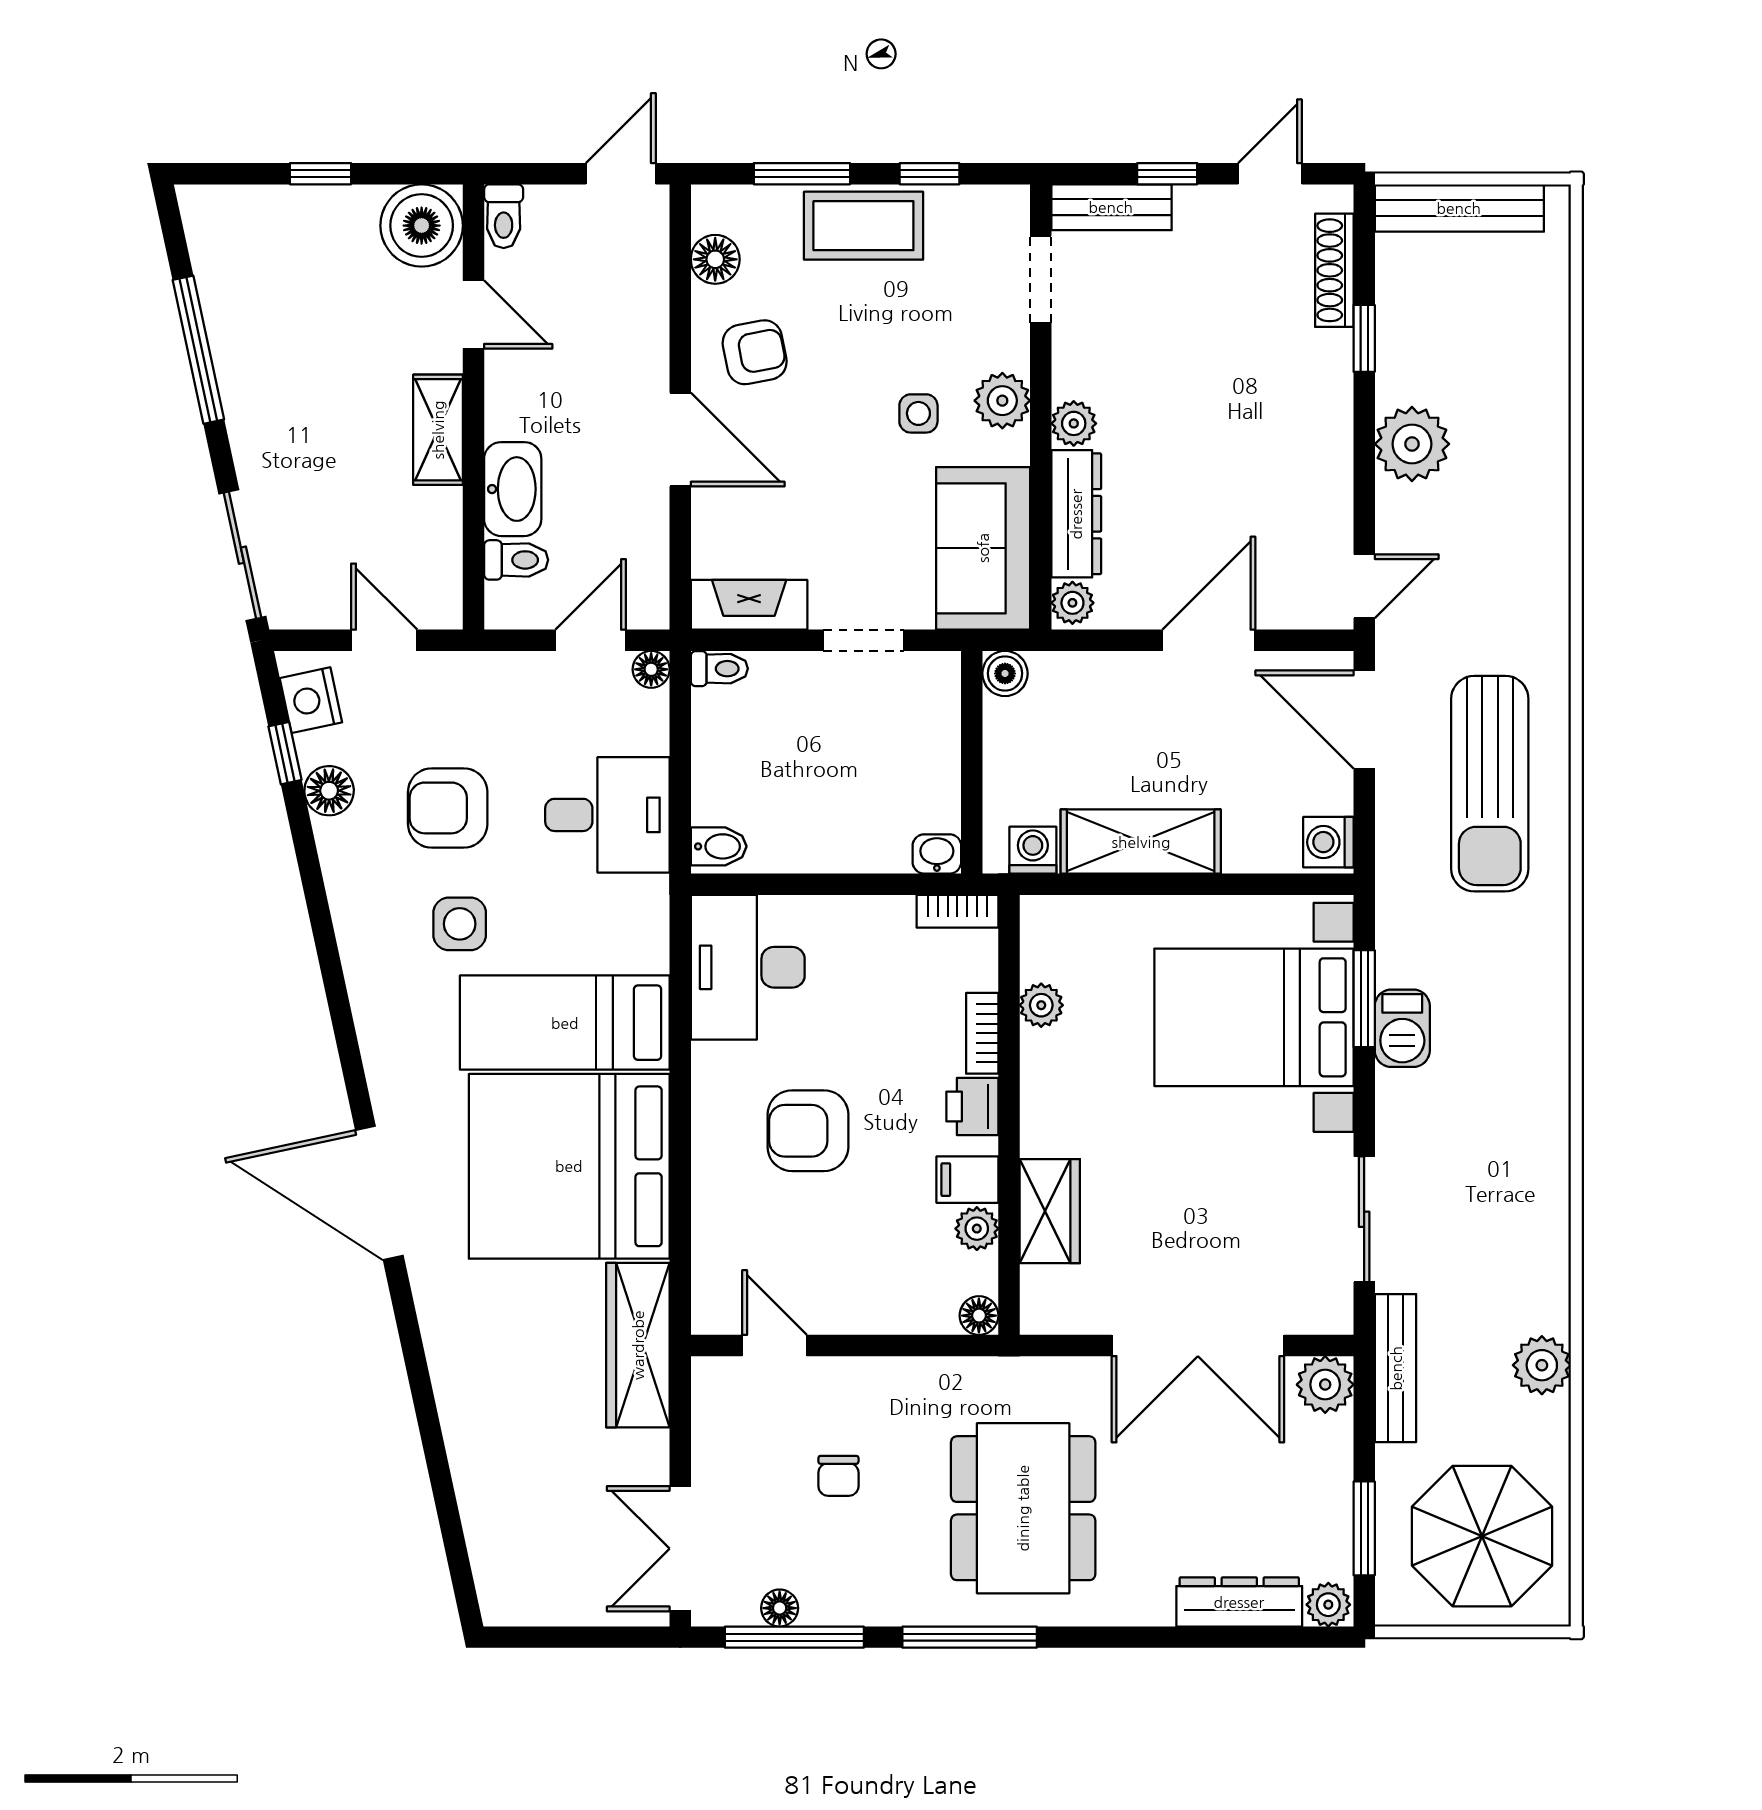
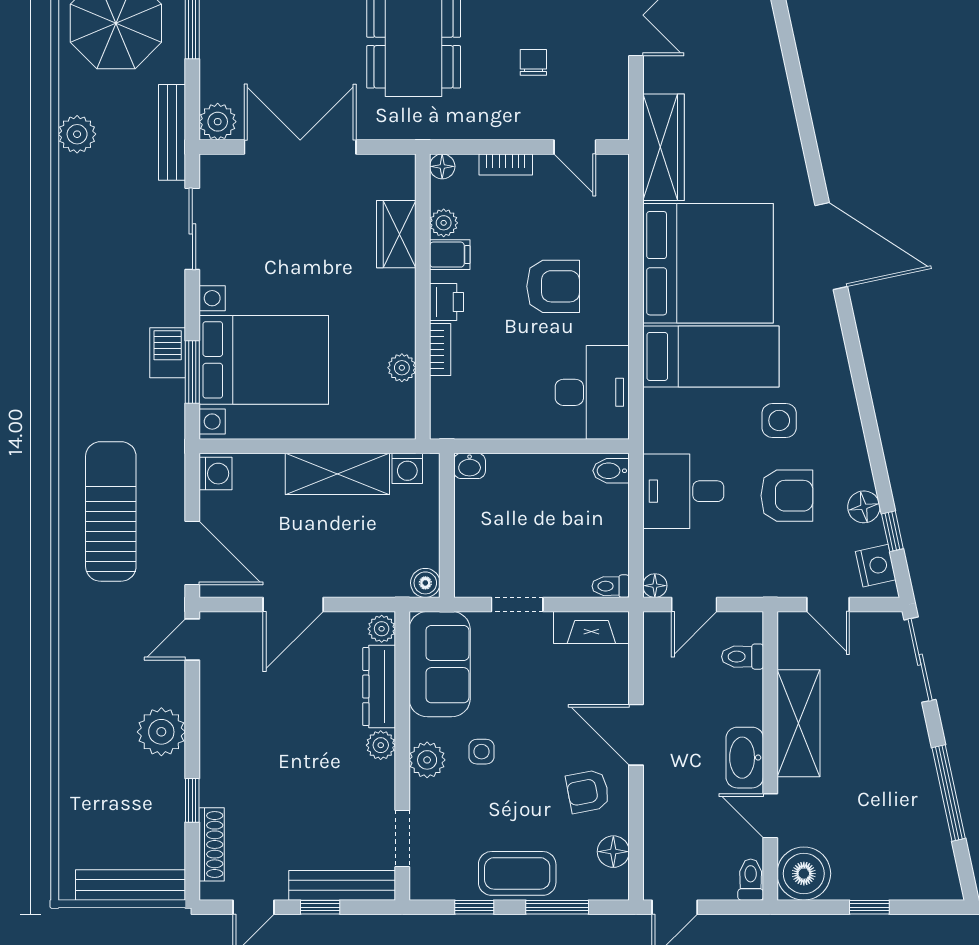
bench: (1111, 207) -> (342, 885), width x1.36
shelving: (438, 430) -> (799, 723), width x1.50, depth x1.33
washbasin: (513, 489) -> (745, 758), moved
bookcase: (957, 911) -> (506, 164), moved, turned 180

